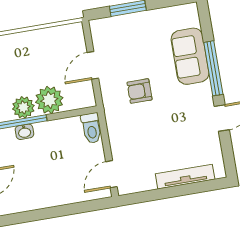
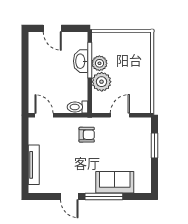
door: (93, 65) -> (120, 115), hinge flipped
armchair: (140, 91) -> (87, 135), moved, turned 90
washbasin: (24, 132) -> (81, 61), width x1.91, depth x1.45

